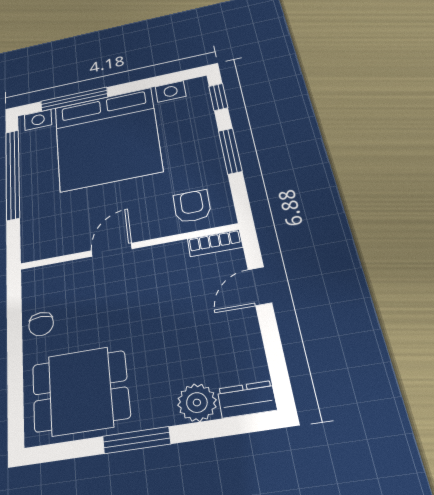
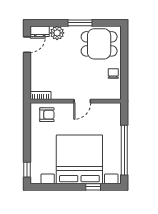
window: (74, 99) -> (93, 187), width x0.46
window: (230, 151) -> (27, 139), removed
armchair: (192, 206) -> (47, 115), turned -90
door: (260, 286) -> (27, 45), moved

